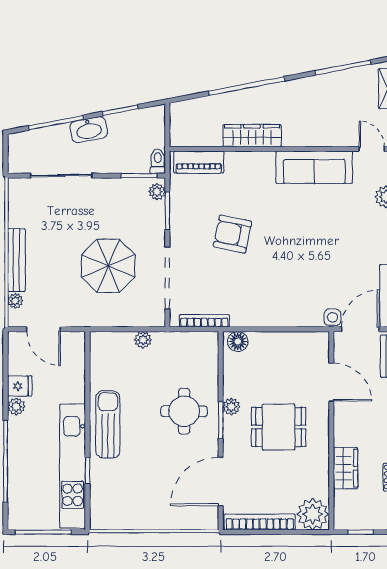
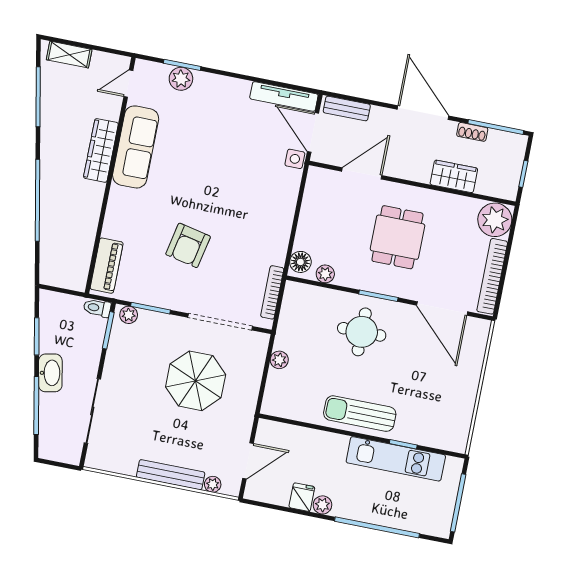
wardrobe: (252, 136) -> (101, 150), moved
plant: (231, 407) -> (325, 274), moved
kitchen unit: (73, 466) -> (396, 459), width x0.73

